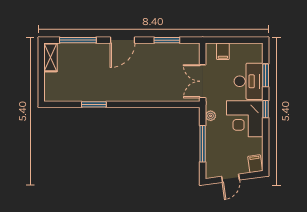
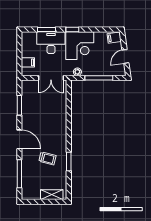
shelving: (50, 57) -> (52, 195), moved
trolley: (98, 77) -> (47, 158), added
door: (231, 178) -> (125, 56), swing flipped

